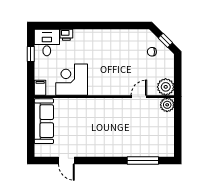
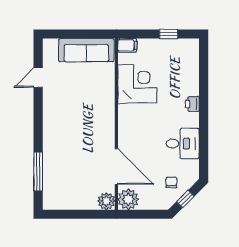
printer: (66, 35) -> (192, 104), moved
desk: (47, 42) -> (183, 144), moved
door: (139, 97) -> (116, 167), width x1.88

